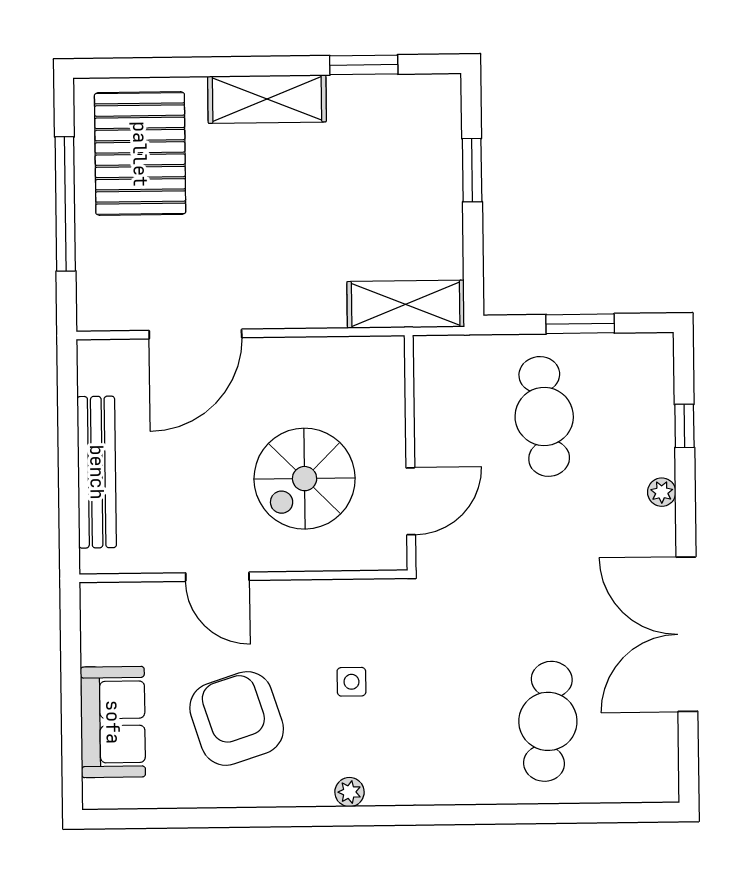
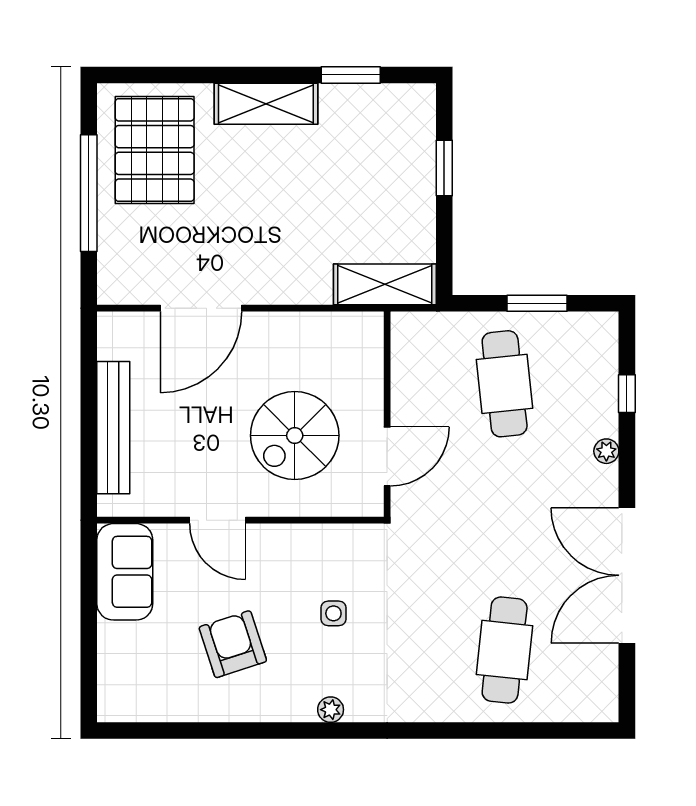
armchair: (237, 718) -> (233, 644), width x0.73, depth x0.73
sofa: (113, 722) -> (125, 572), moved

